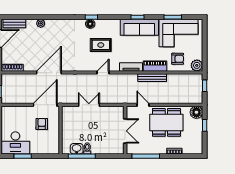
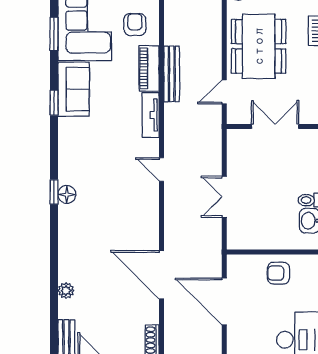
sofa: (139, 27) -> (74, 89), width x0.73
rug: (101, 45) -> (108, 174), removed
door: (45, 105) -> (224, 302), moved
armchair: (42, 124) -> (279, 273), moved

